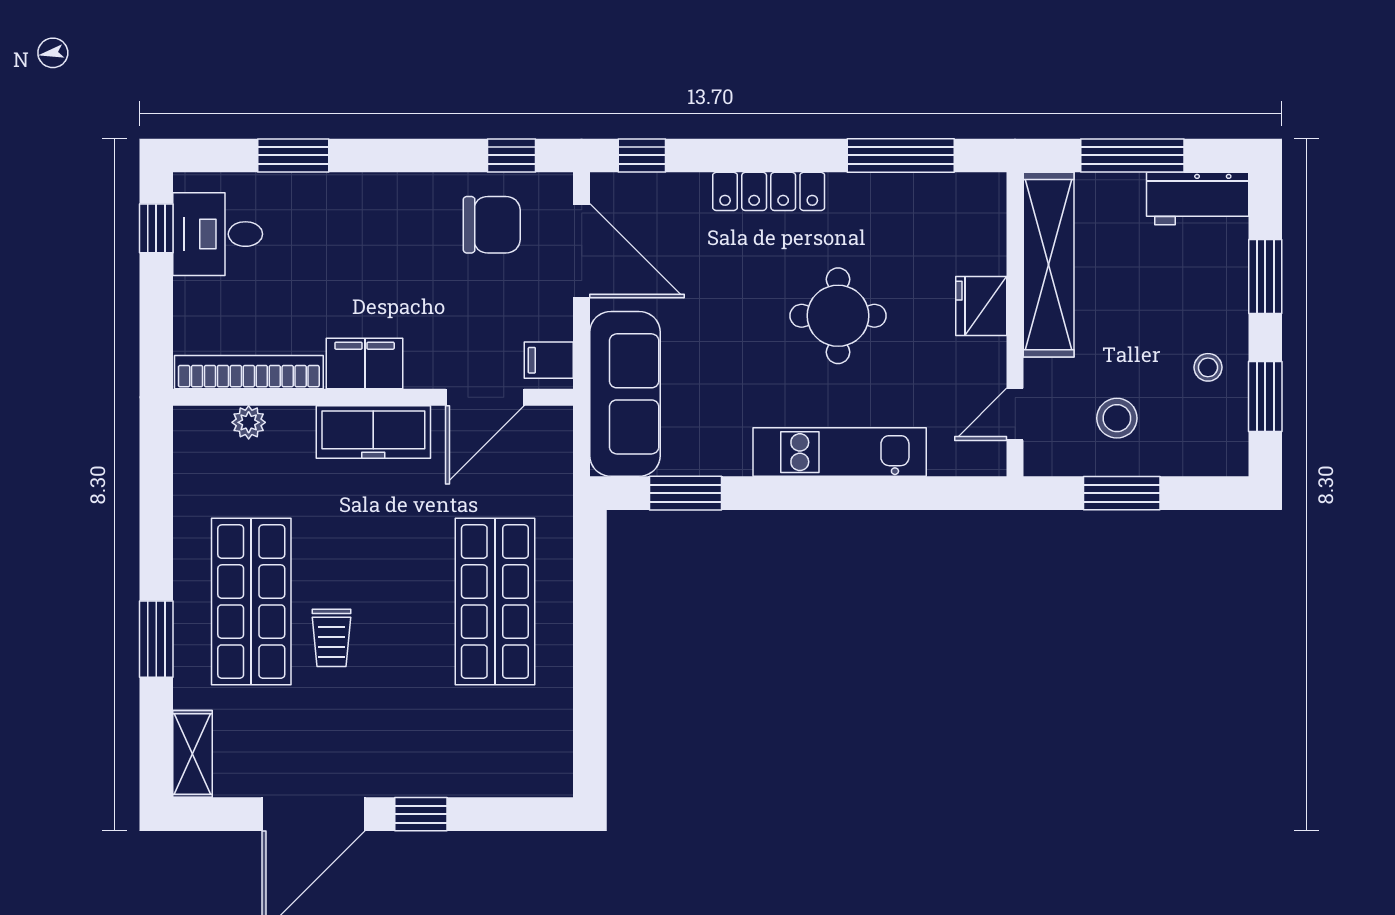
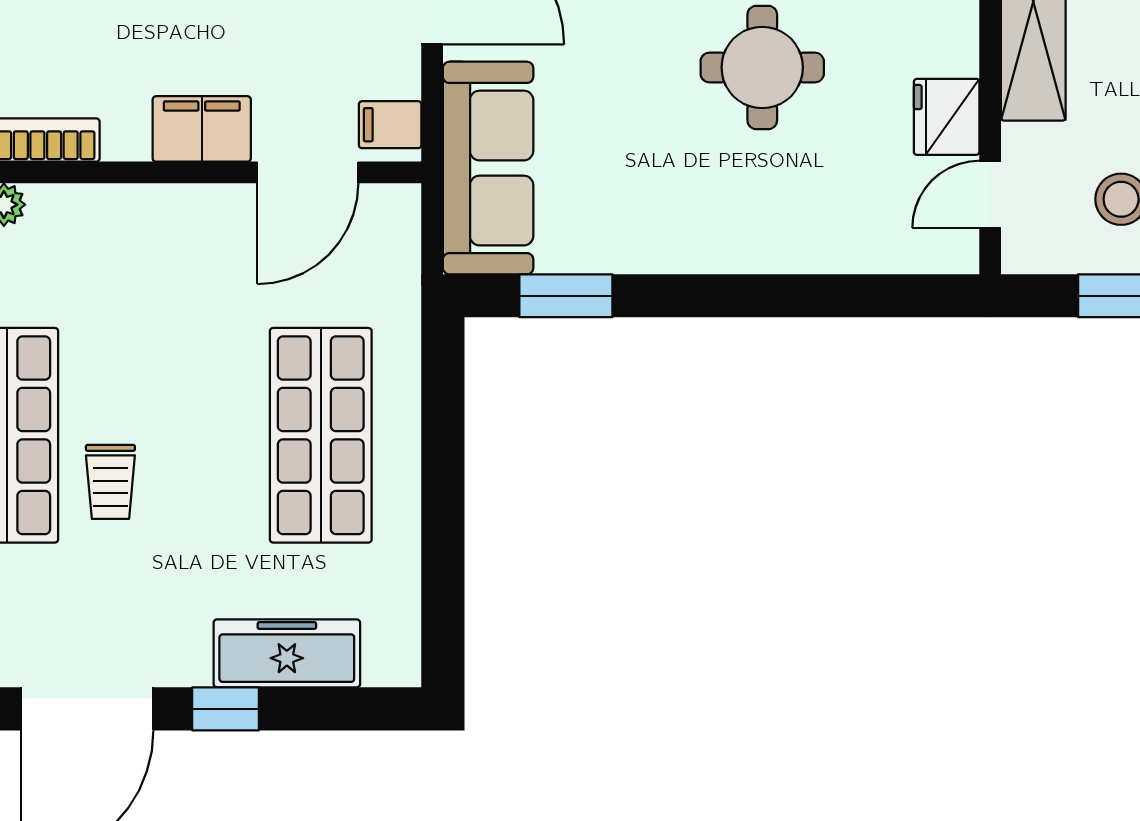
fridge: (981, 306) -> (947, 117), moved
filing cabinet: (365, 364) -> (202, 129), moved
freezer: (373, 432) -> (287, 653), moved, turned 180
kitchen unit: (840, 452) -> (764, 243), removed

